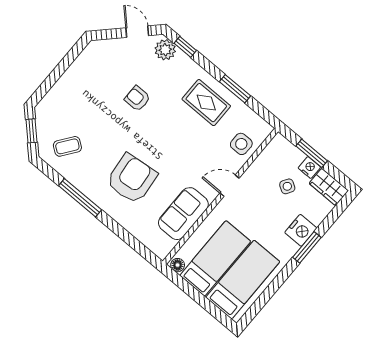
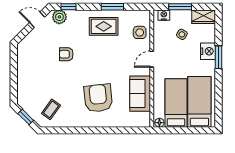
nightstand: (309, 168) -> (164, 15), moved
window: (80, 198) -> (80, 130), removed

